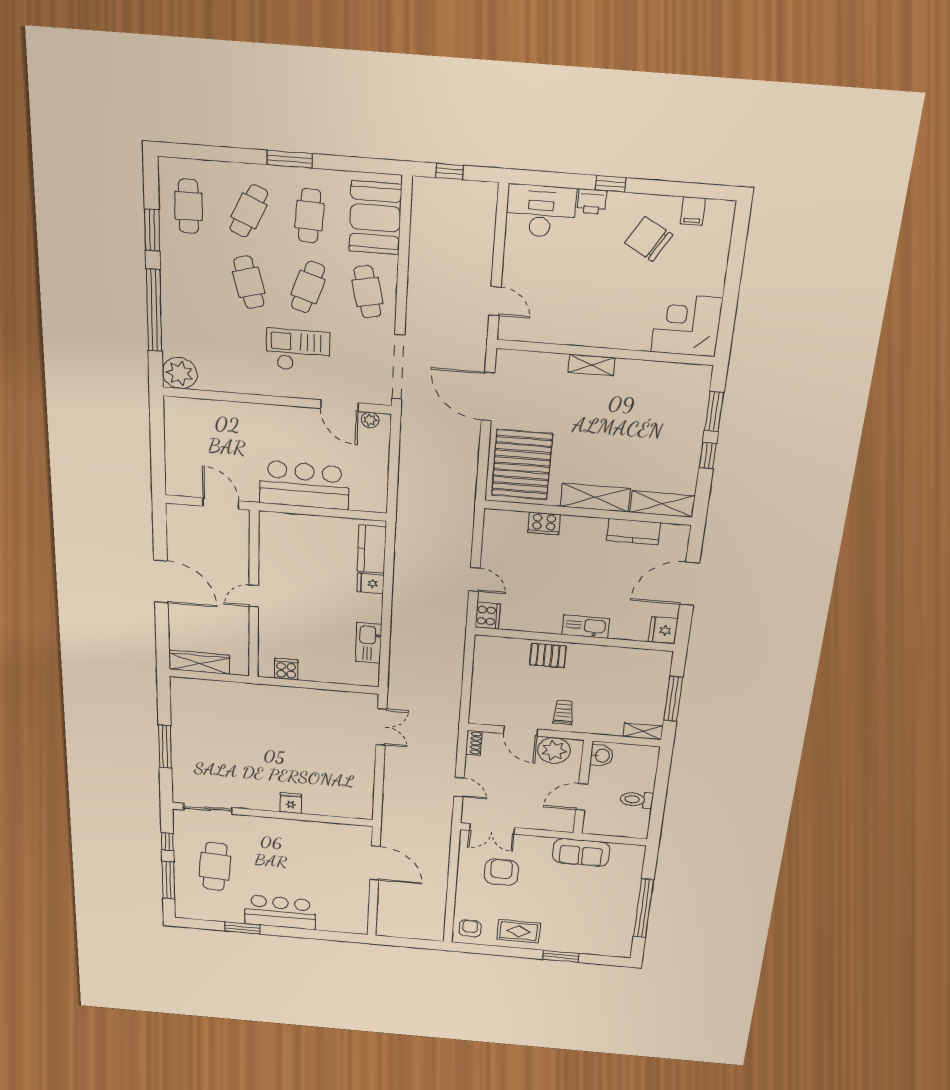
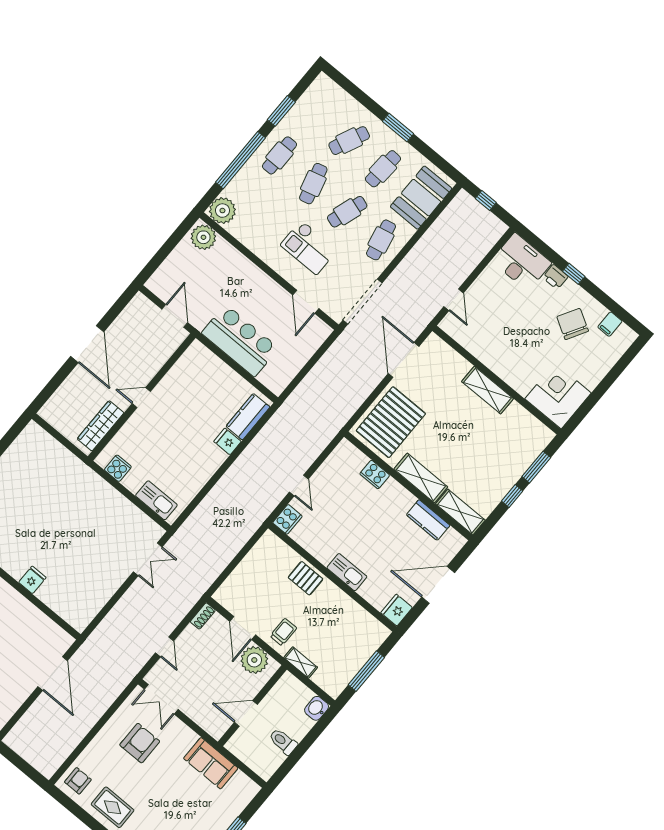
cafe table: (188, 206) -> (280, 155), moved
checkout: (298, 350) -> (309, 247), turned 180
shelving: (592, 365) -> (487, 390), width x1.50, depth x1.33
plant: (370, 420) -> (203, 237), moved, width x1.88, depth x1.88
kitchen sink: (369, 643) -> (156, 500), moved, turned 90
wardrobe: (199, 662) -> (101, 426), moved, turned -90
shelving: (643, 731) -> (301, 663), moved
washbasin: (602, 756) -> (317, 708), moved, turned 180

